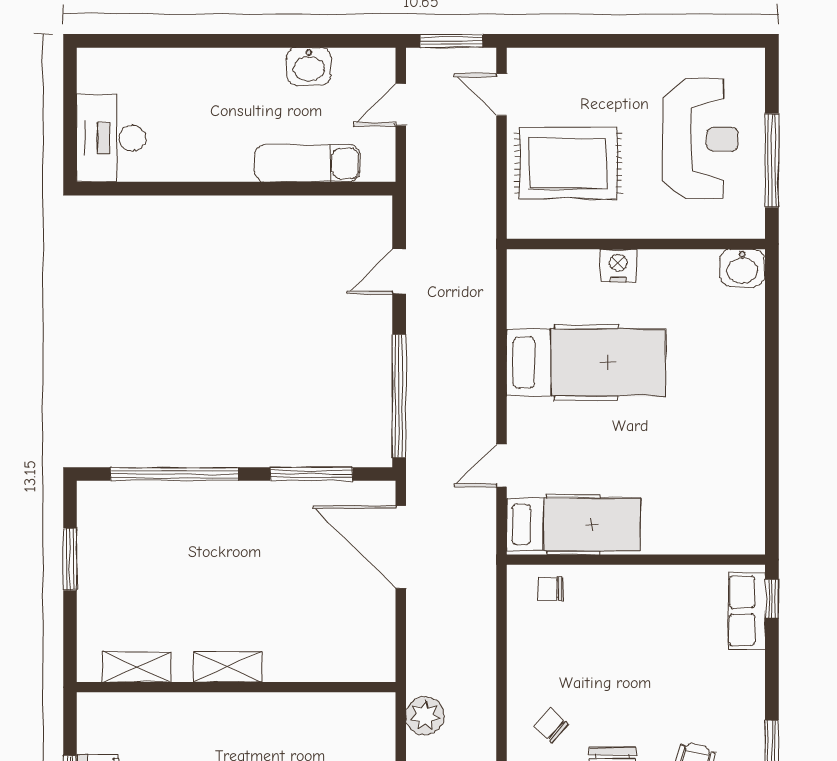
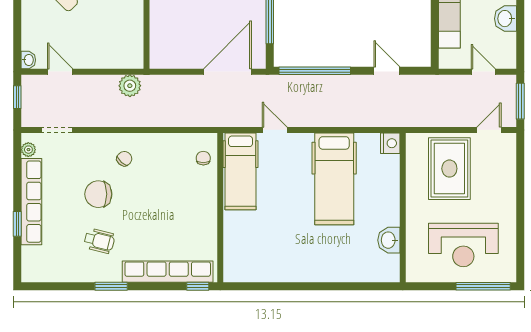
window: (772, 161) -> (483, 286), moved
nightstand: (618, 265) -> (390, 143), moved
washbasin: (742, 268) -> (389, 240), moved
row of seats: (747, 611) -> (168, 272), width x2.02

